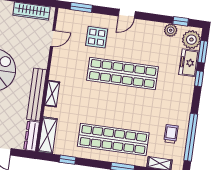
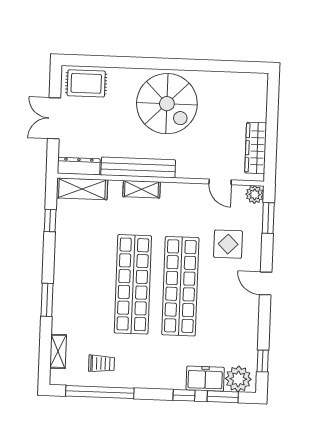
plant: (171, 30) -> (255, 194), moved
shop shelf: (113, 139) -> (133, 284), moved

